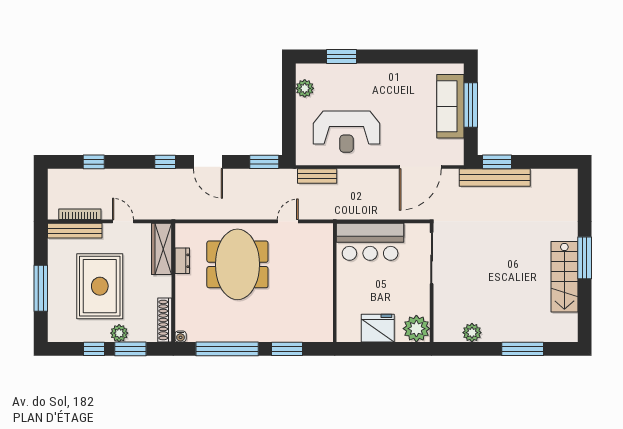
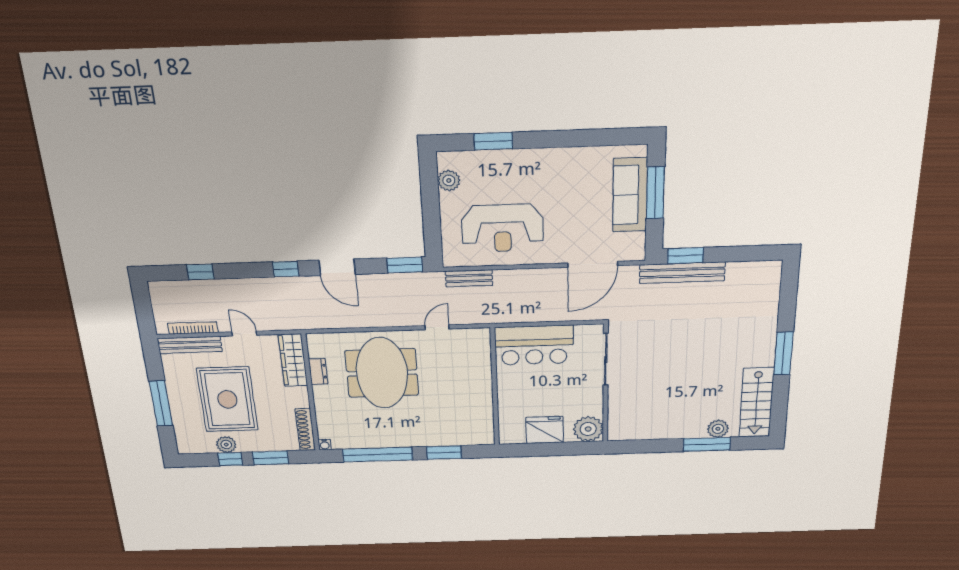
stairs: (564, 277) -> (757, 403), moved
plant: (119, 333) -> (226, 445), moved
plant: (472, 333) -> (718, 429), moved

